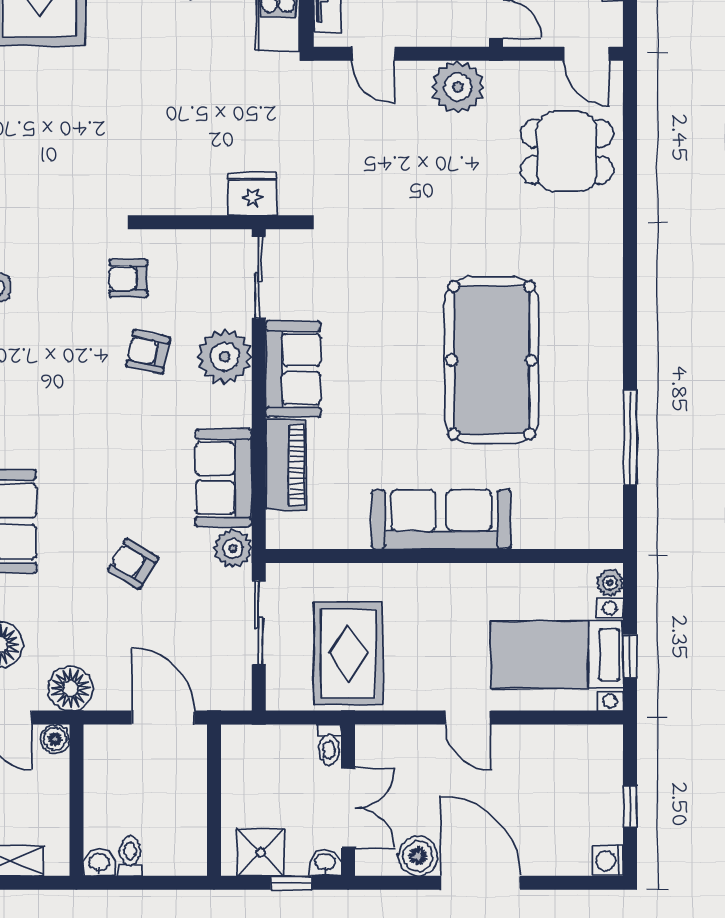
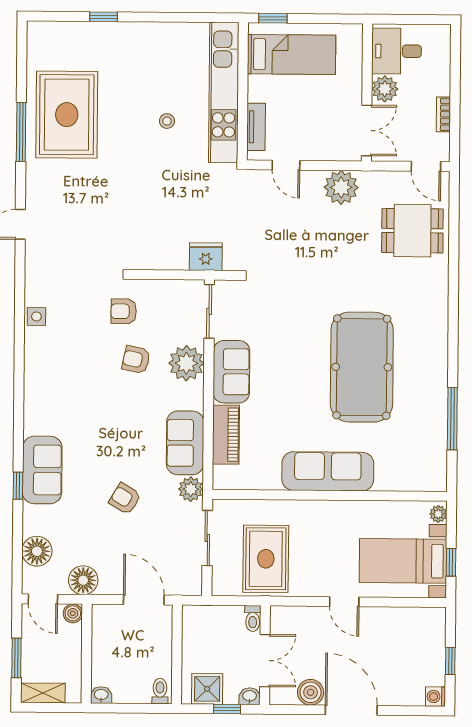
toilet: (130, 856) -> (160, 691), moved

